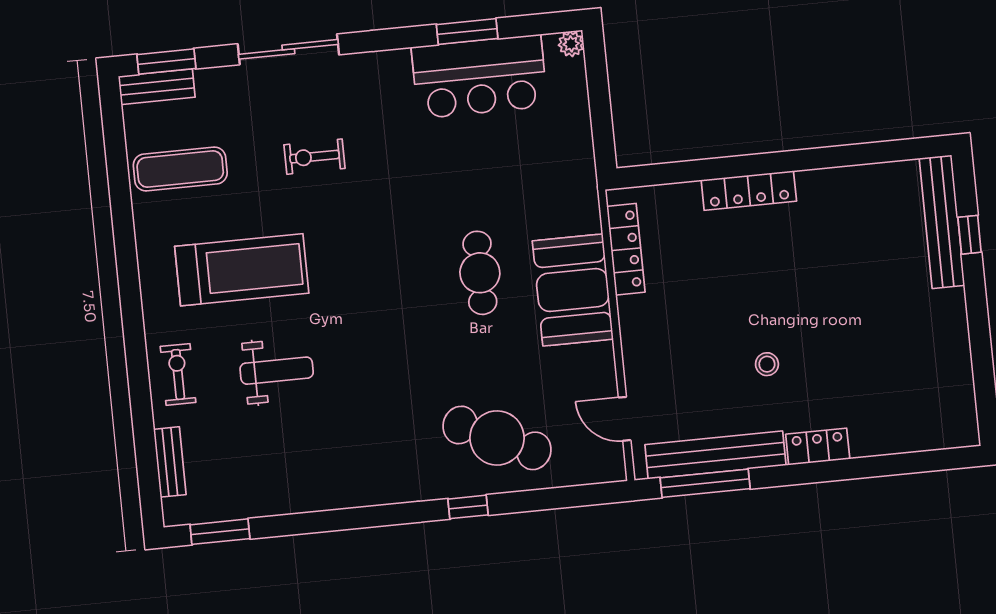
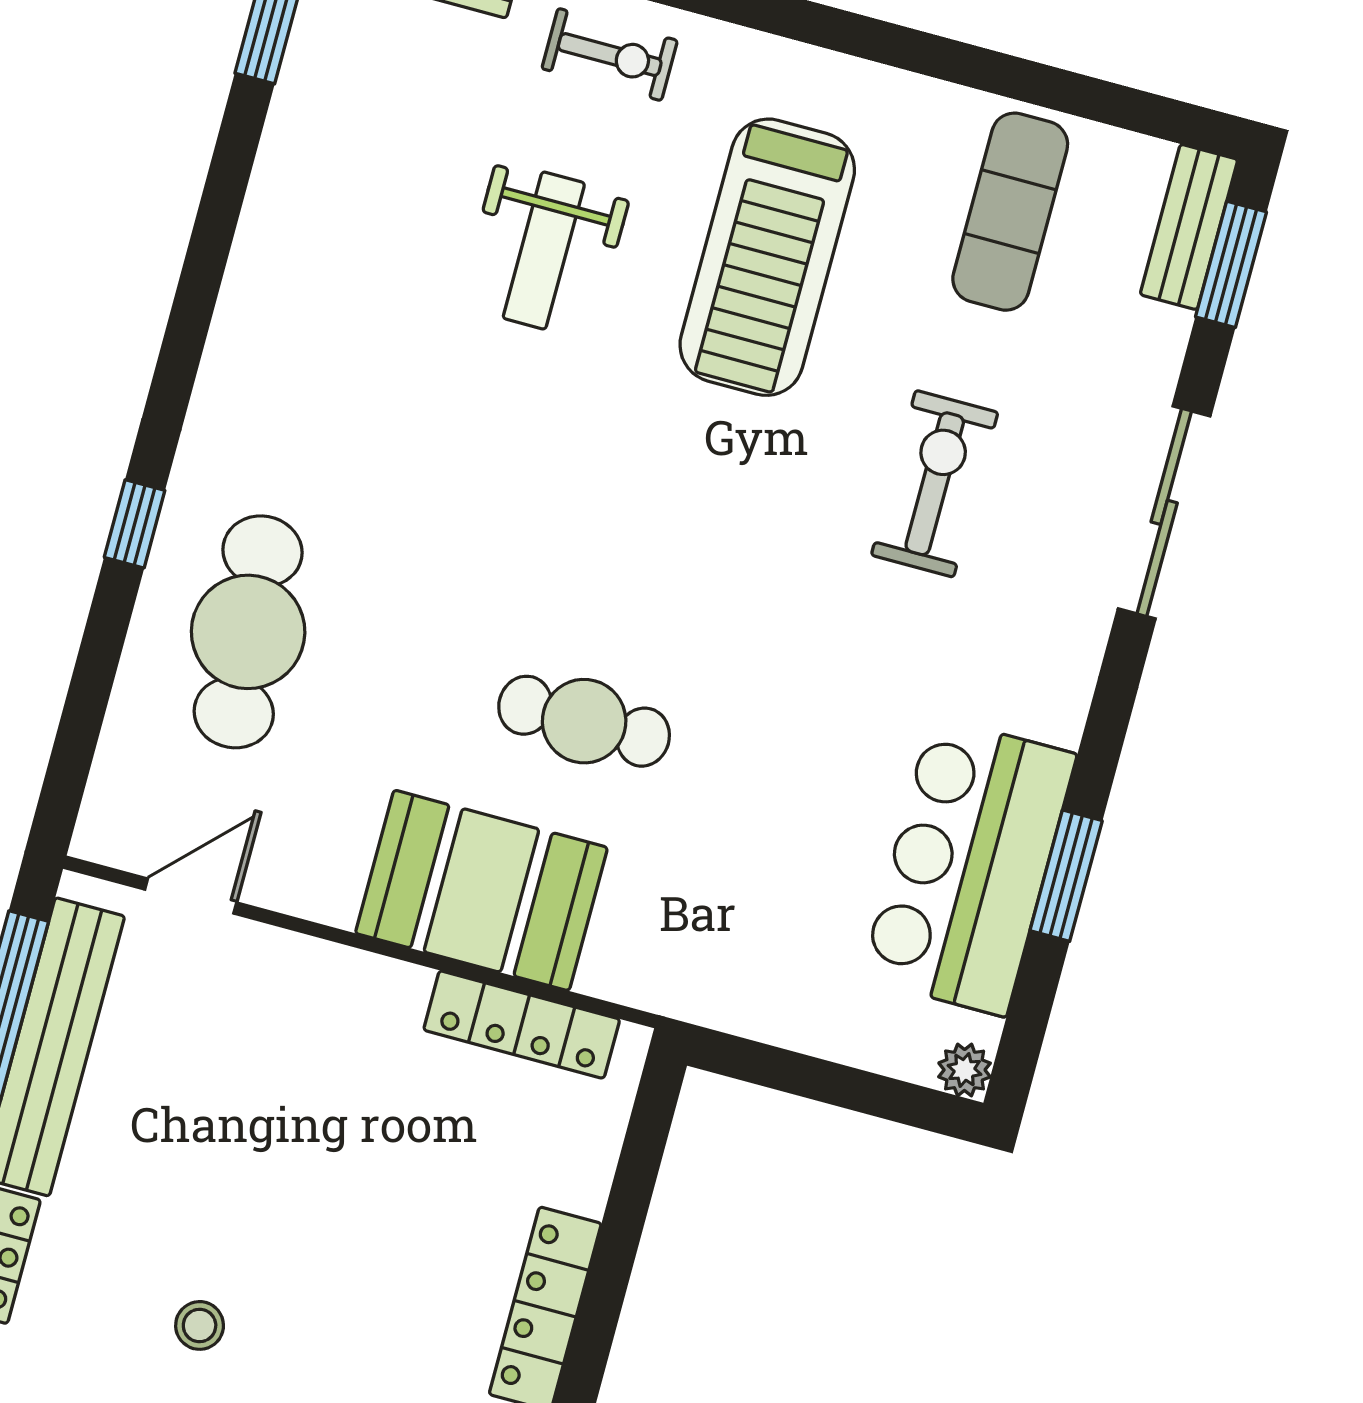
exercise bike: (314, 157) -> (935, 484), width x1.38, depth x1.39
stool: (767, 364) -> (200, 1325), moved
cafe table: (497, 438) -> (248, 632), turned -30

